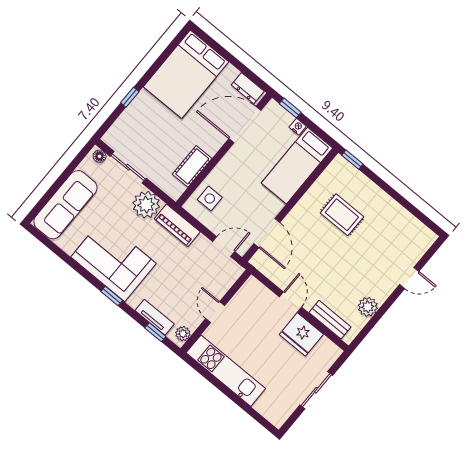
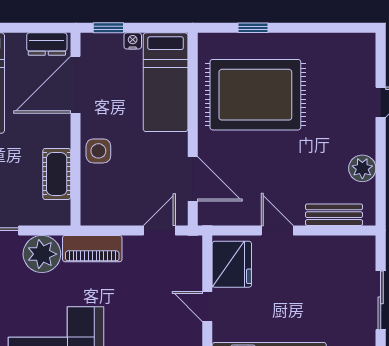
window: (352, 160) -> (253, 28), moved
side table: (210, 199) -> (98, 151), moved
rug: (342, 215) -> (255, 95), width x1.86, depth x2.06
fridge: (301, 334) -> (232, 264), moved, turned -90

